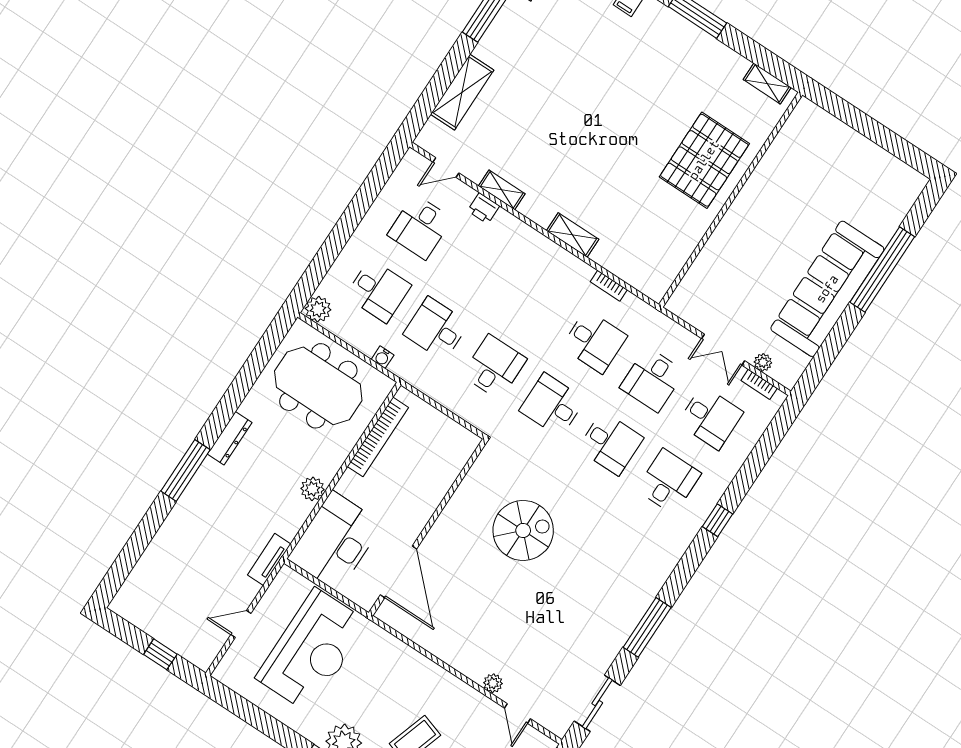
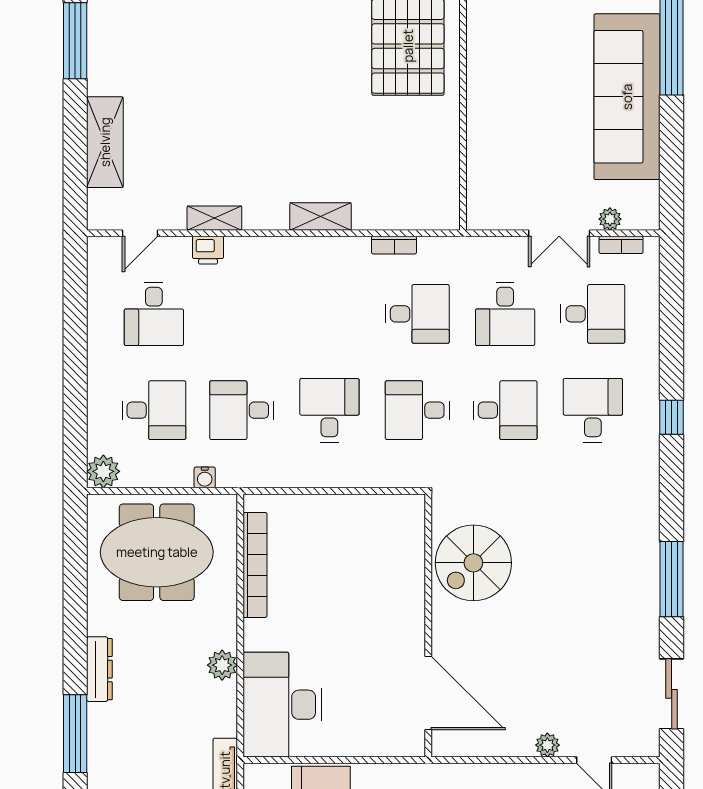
wall: (428, 527) -> (428, 625), moved
spiral stairs: (523, 530) -> (473, 563), turned 180
door: (398, 572) -> (428, 693), moved

